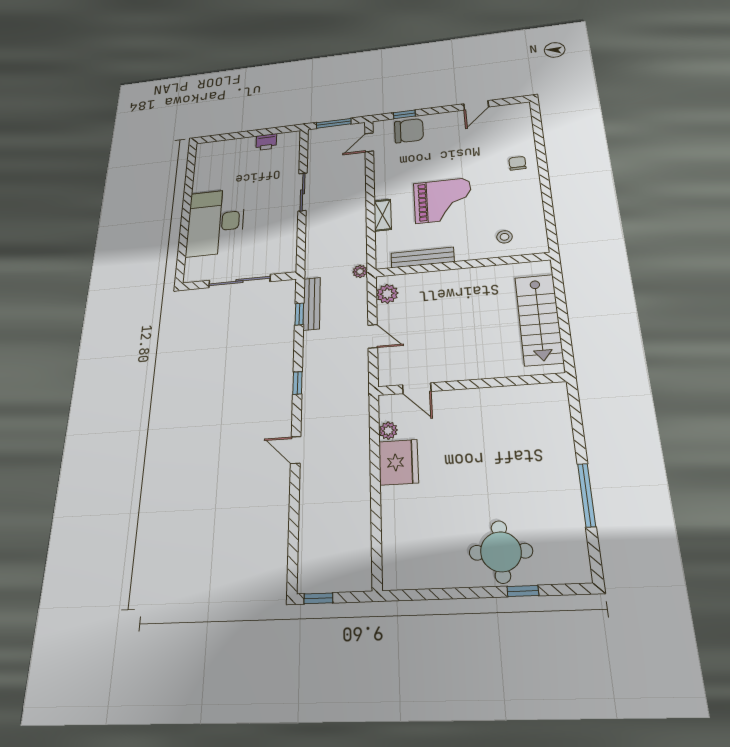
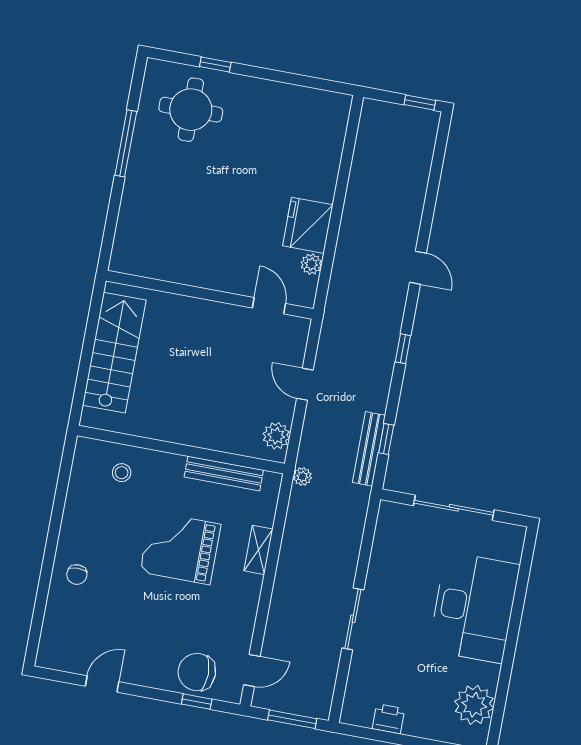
plant: (208, 166) -> (474, 705), added
round table: (501, 552) -> (191, 110), moved

